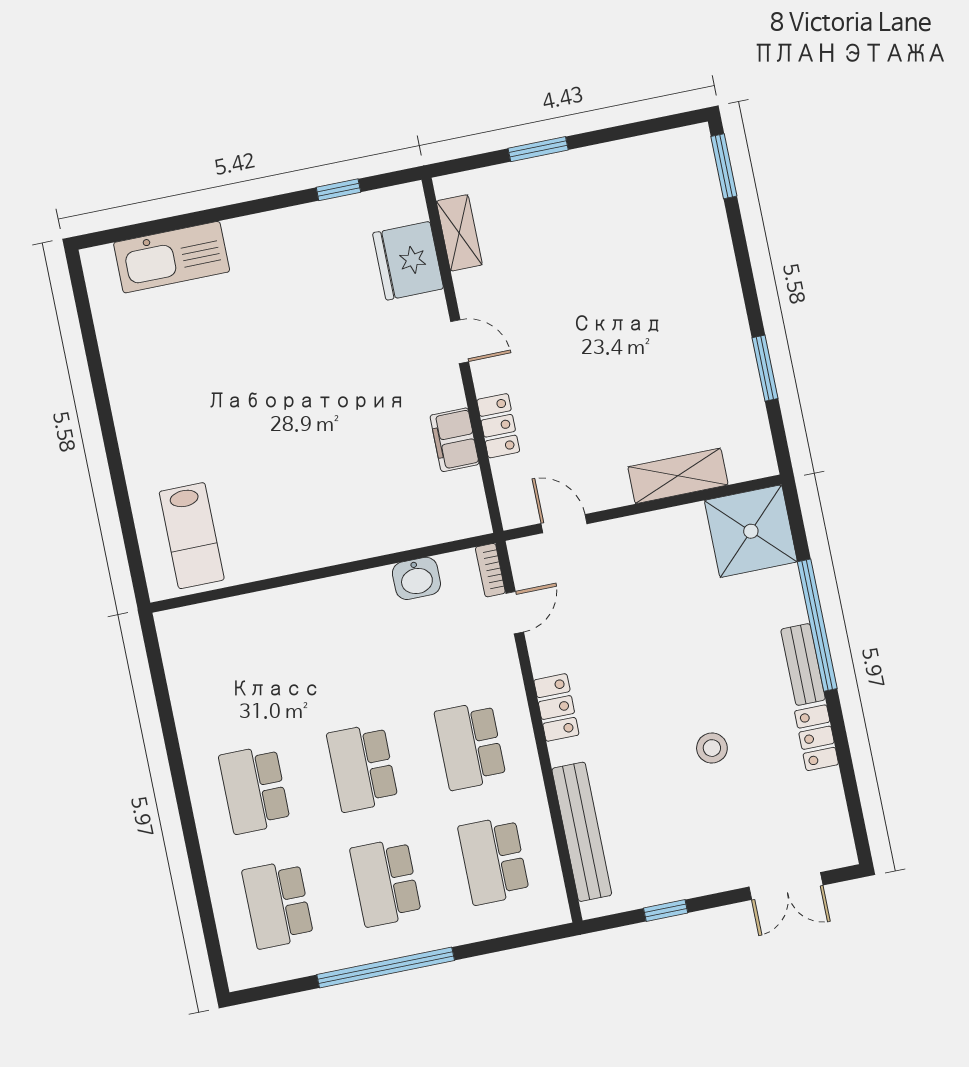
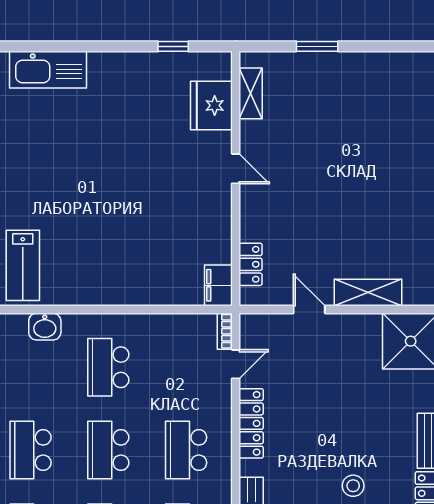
locker: (498, 426) -> (251, 264), moved
filing cabinet: (455, 440) -> (218, 285), moved
door: (564, 524) -> (309, 309), moved
washbasin: (416, 578) -> (45, 327), moved
school desk: (339, 653) -> (108, 367), added
locker: (556, 707) -> (251, 423), width x1.53

